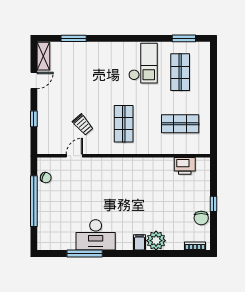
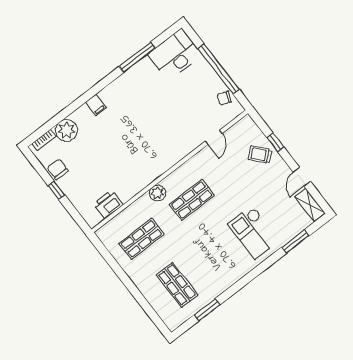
window: (184, 38) -> (207, 310), moved
checkout: (143, 63) -> (254, 232), moved
shop shelf: (124, 124) -> (192, 200), turned 90
trolley: (83, 125) -> (260, 155), moved
plant: (144, 147) -> (157, 193), added
desk: (96, 235) -> (175, 55), moved
plant: (156, 241) -> (67, 130), moved

